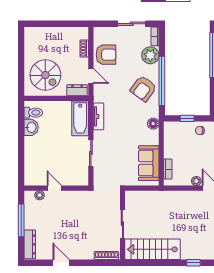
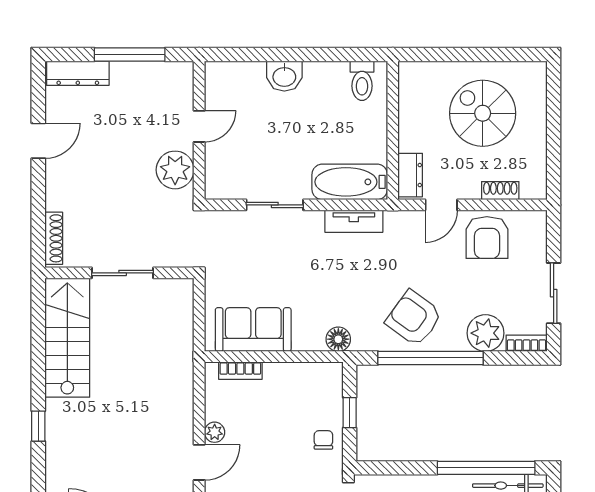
spiral stairs: (45, 75) -> (483, 113), moved, turned 90
washbasin: (31, 127) -> (284, 76), moved
plant: (40, 195) -> (175, 170), moved, width x1.87, depth x1.87

